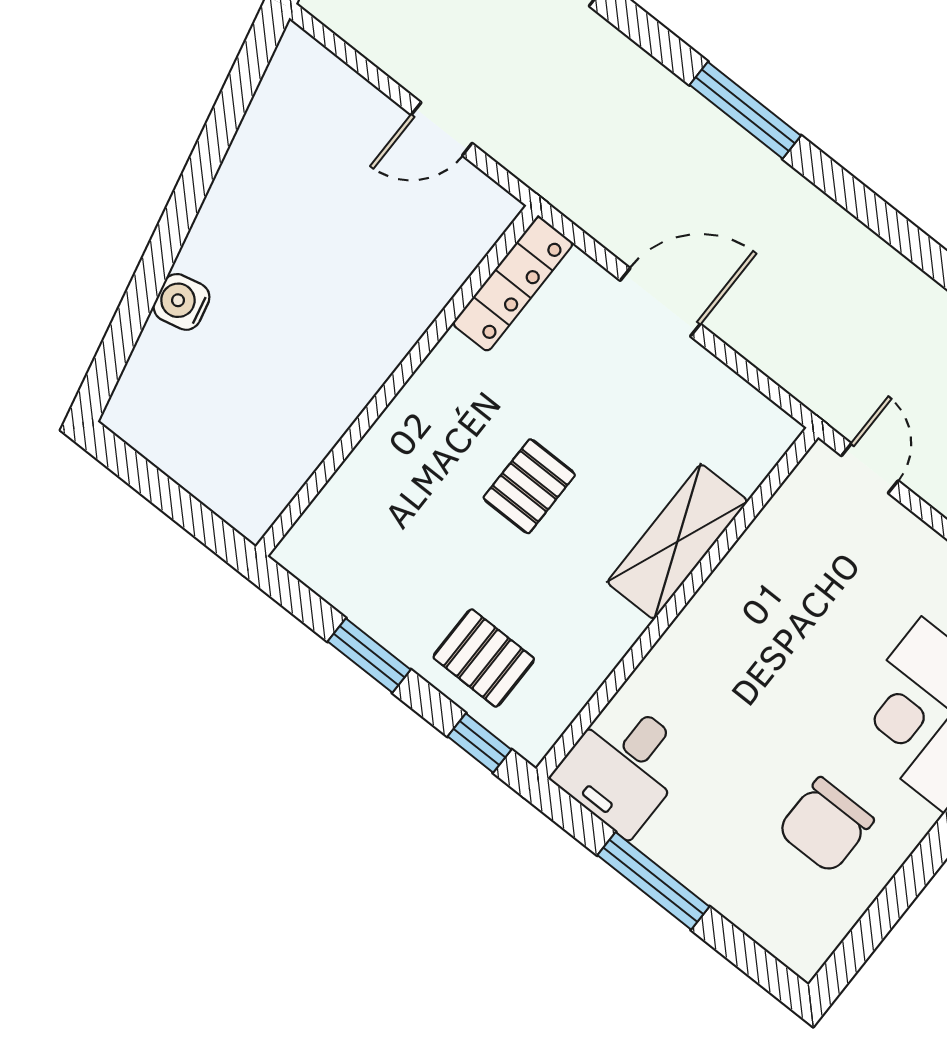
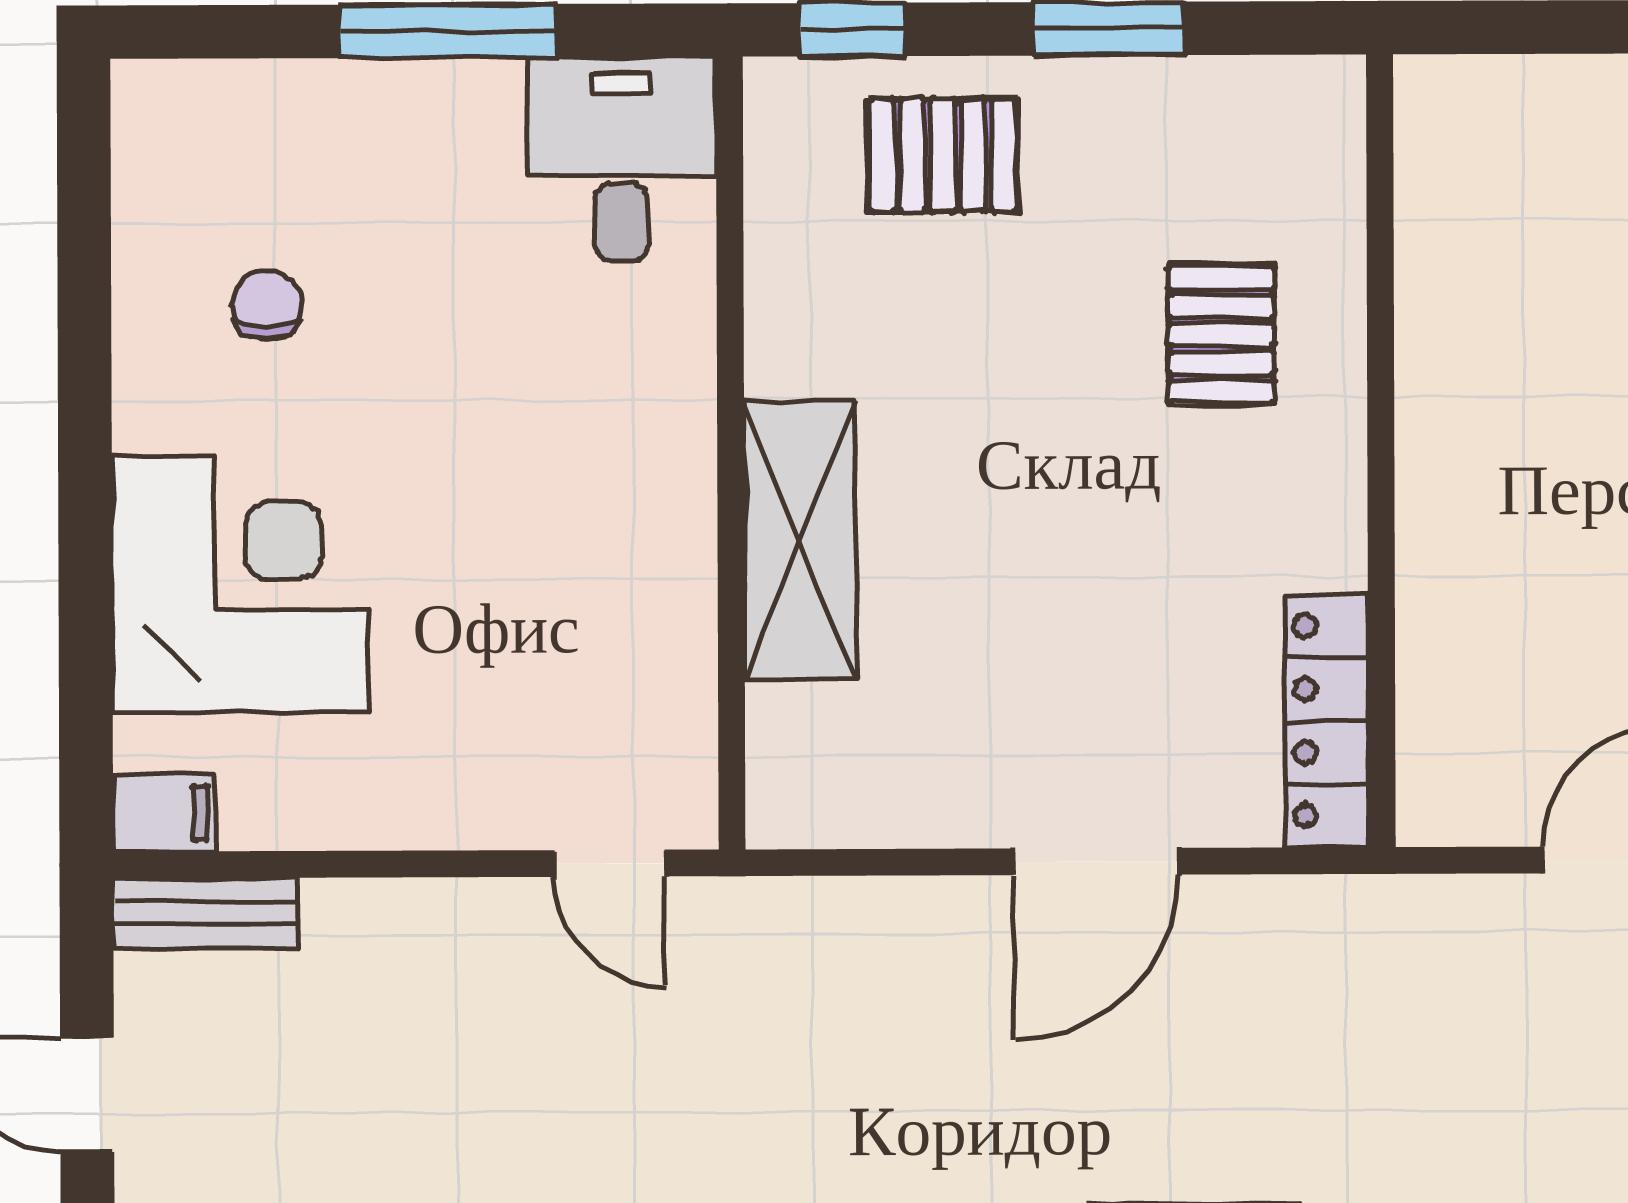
pallet: (529, 486) -> (1221, 335), moved
chair: (826, 825) -> (267, 305), width x0.54, depth x0.54

